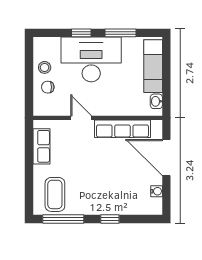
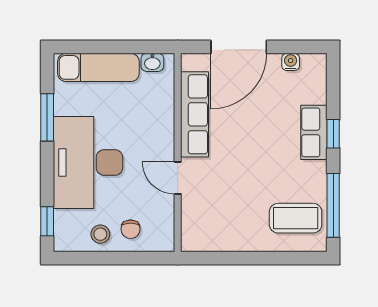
window: (81, 33) -> (47, 221), moved
door: (81, 118) -> (178, 178), hinge flipped
row of seats: (42, 146) -> (314, 132), moved, turned -90

